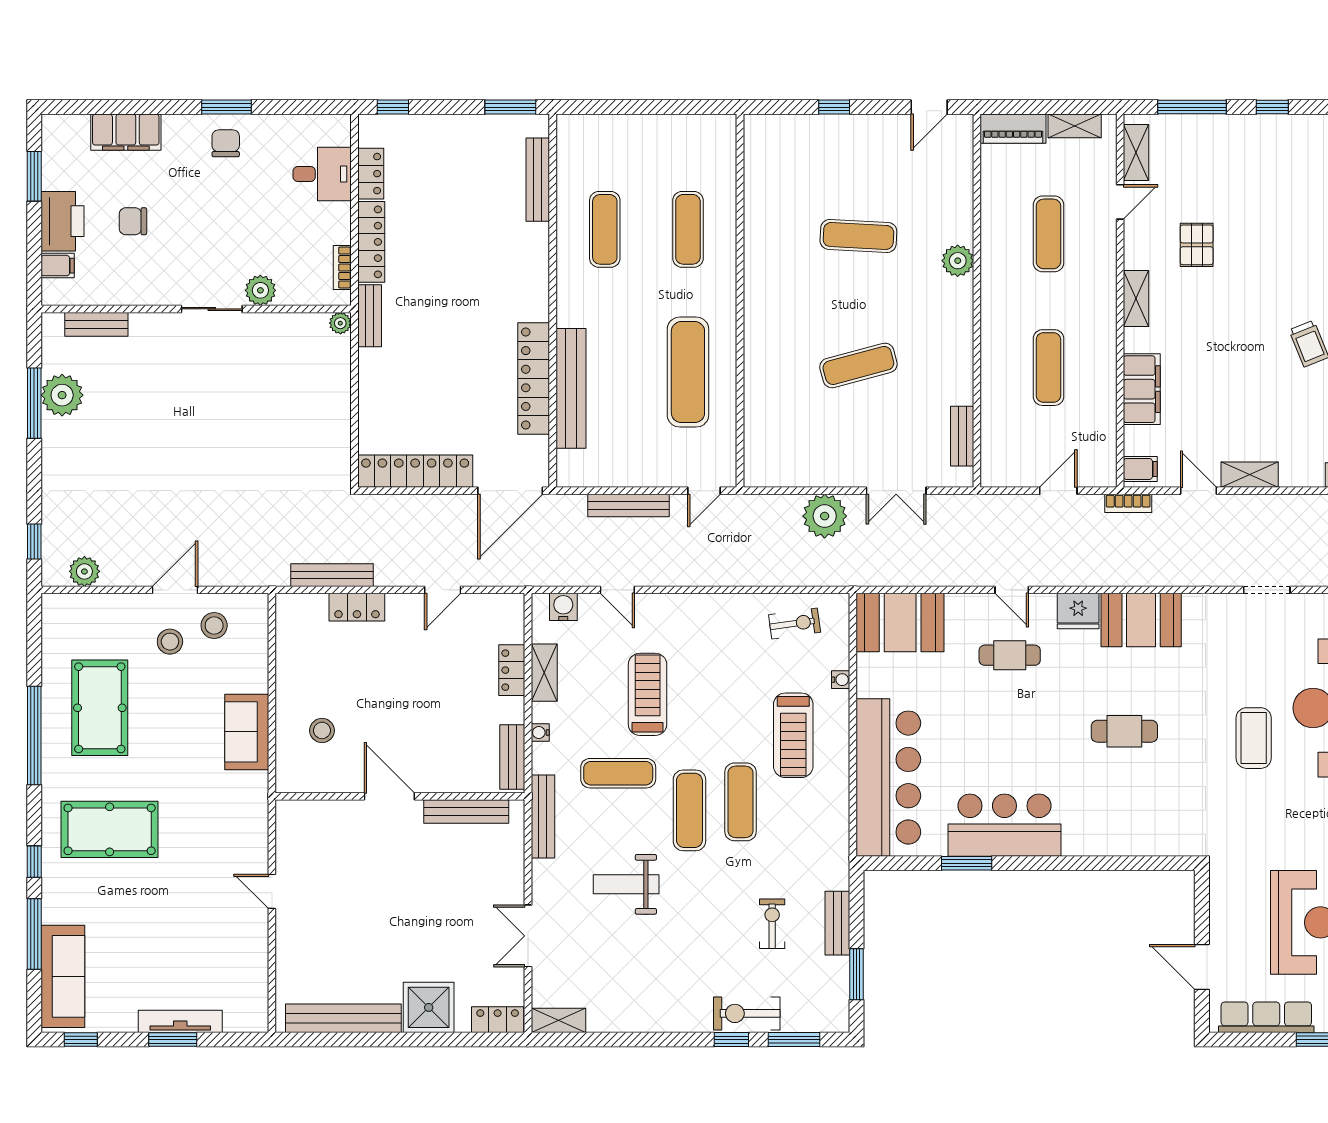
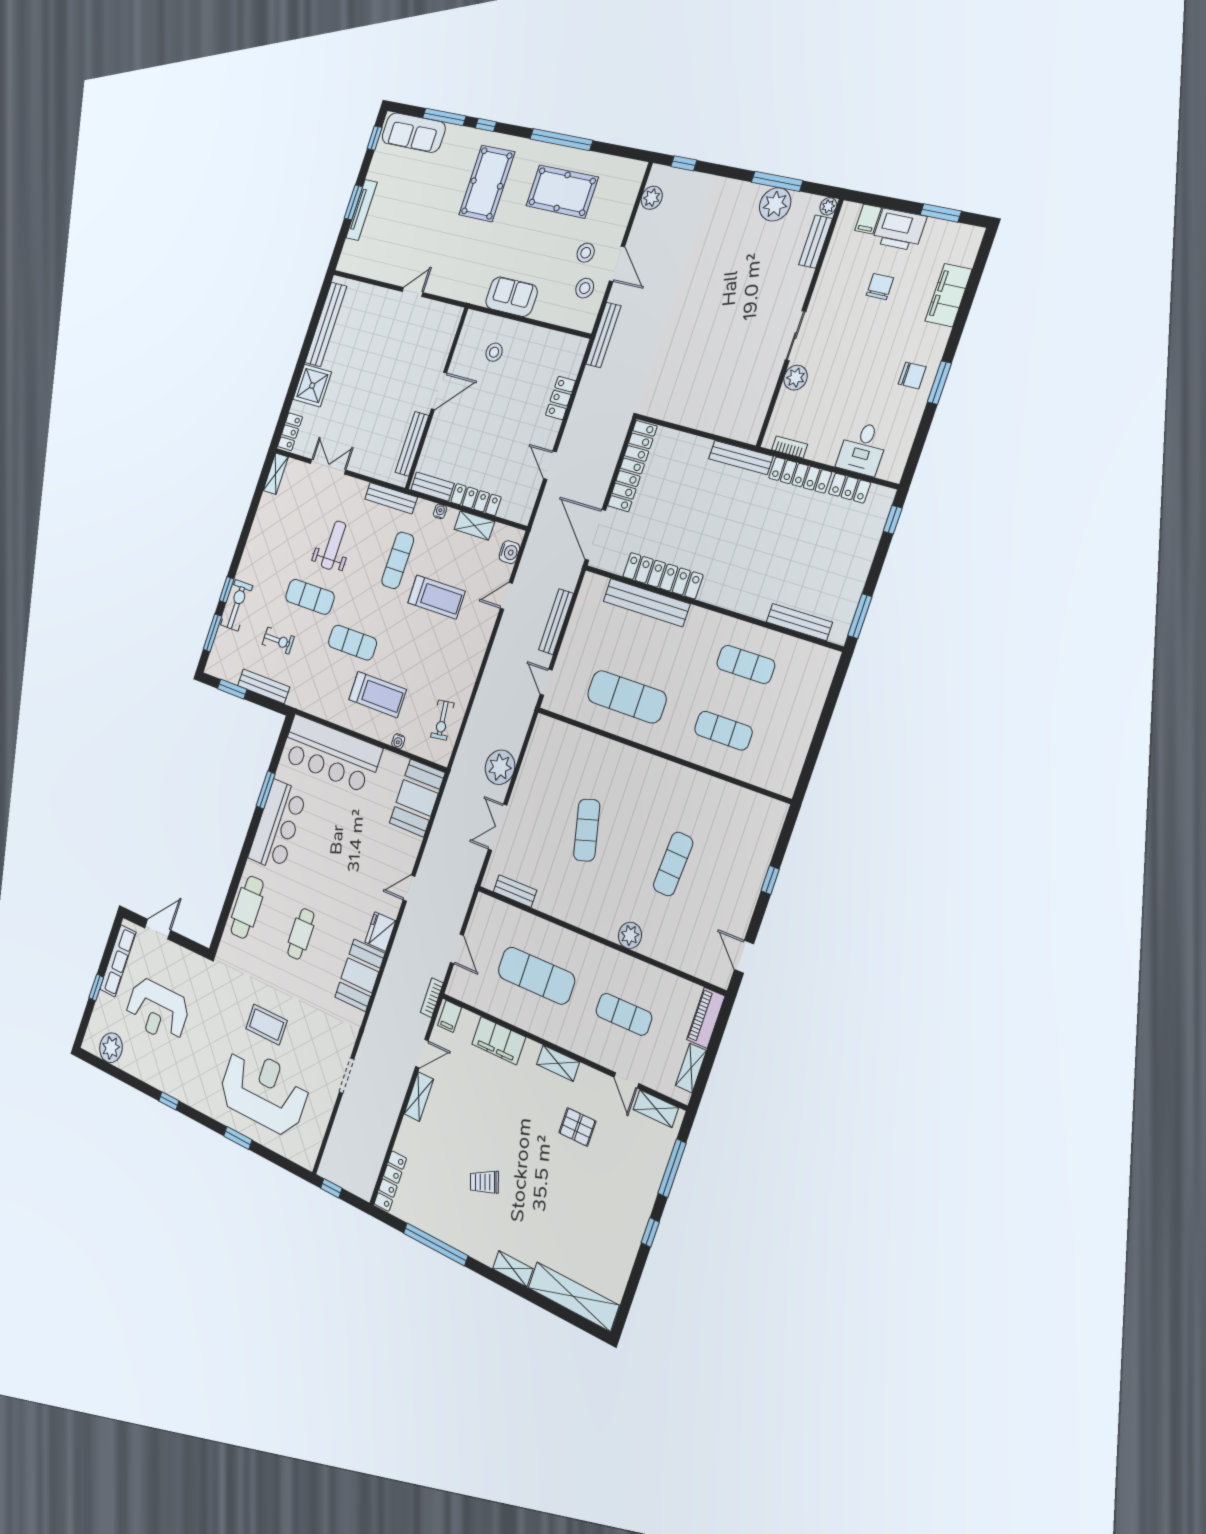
bench: (370, 316) -> (741, 457), width x1.36
plant: (340, 323) -> (828, 206), moved
exercise mat: (1048, 368) -> (536, 976), width x1.36, depth x1.45
bench: (332, 575) -> (603, 335), moved
cafe table: (1010, 655) -> (247, 907), moved, width x1.37, depth x1.35
locker: (512, 670) -> (476, 500), width x1.53
treadmill: (793, 735) -> (378, 695), turned 180
exercise mat: (689, 810) -> (310, 597), moved
bench: (837, 923) -> (264, 686), width x1.36

